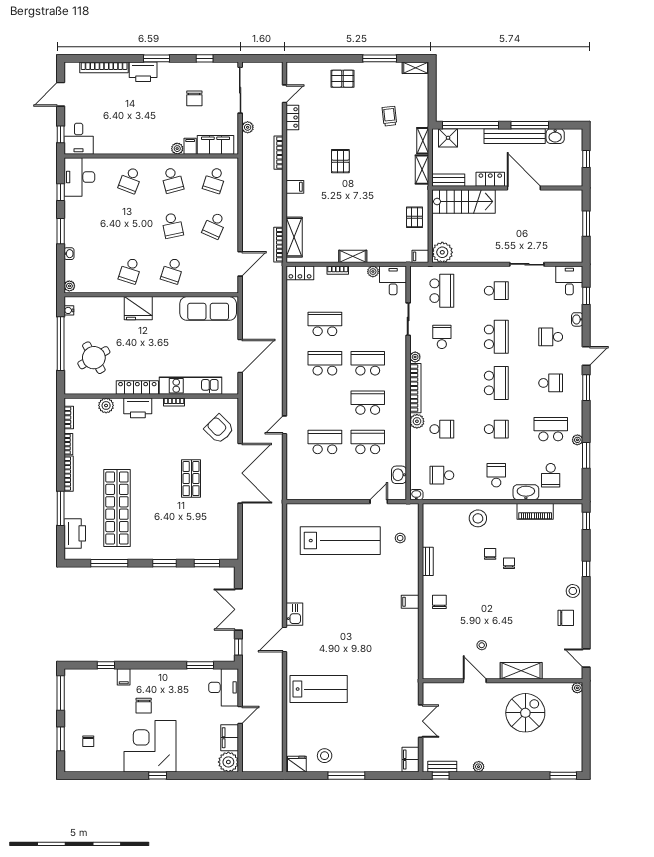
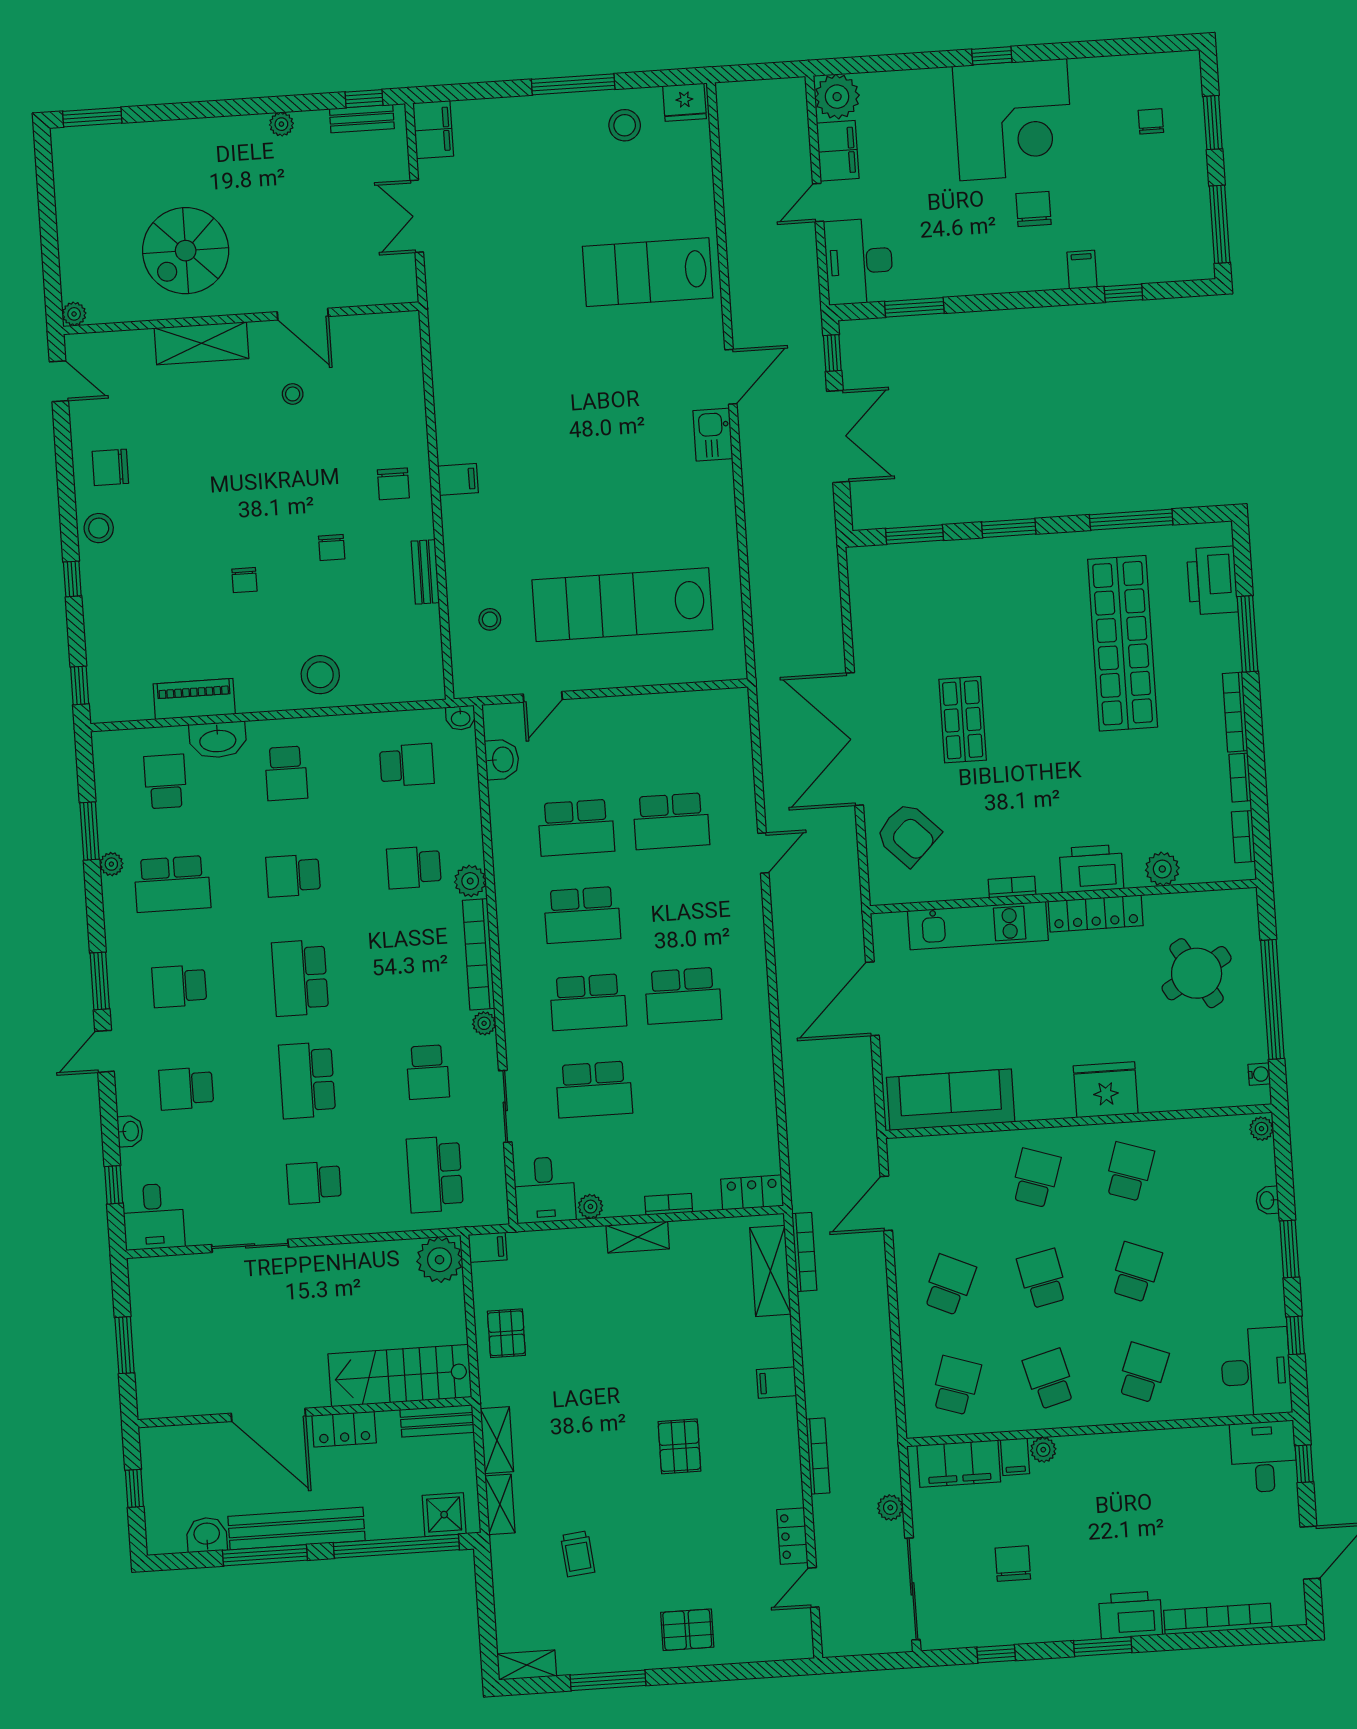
school desk: (130, 225) -> (1136, 1272), added
school desk: (325, 324) -> (594, 1089), moved
school desk: (551, 337) -> (186, 1089), turned 180
chair: (490, 554) -> (332, 548), moved

